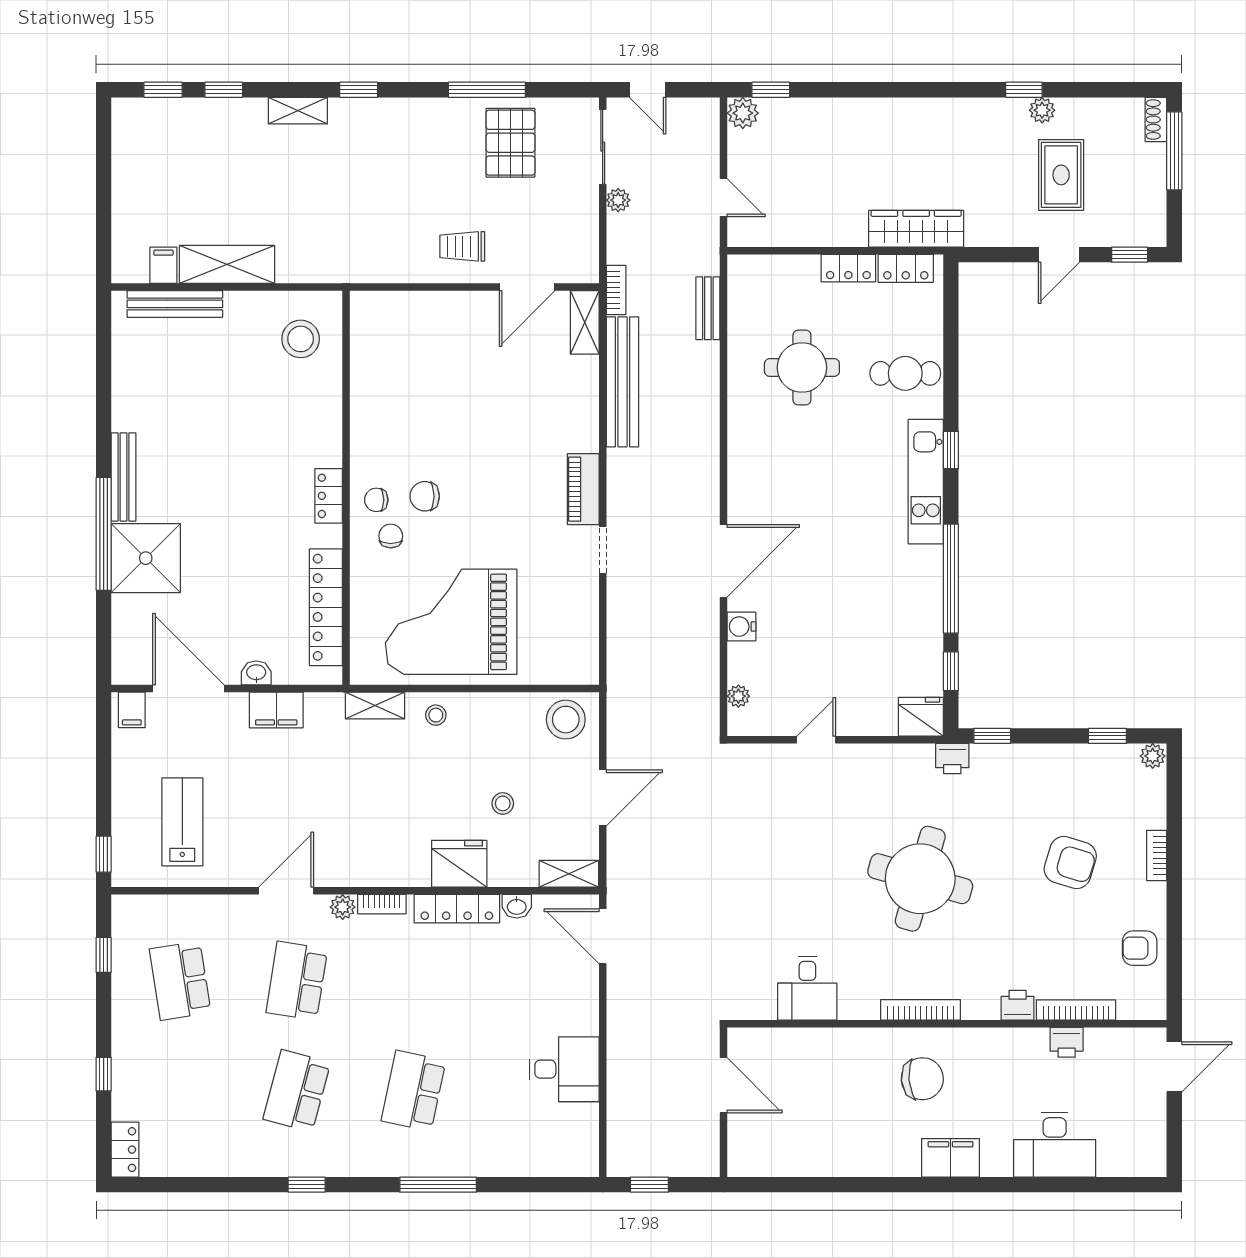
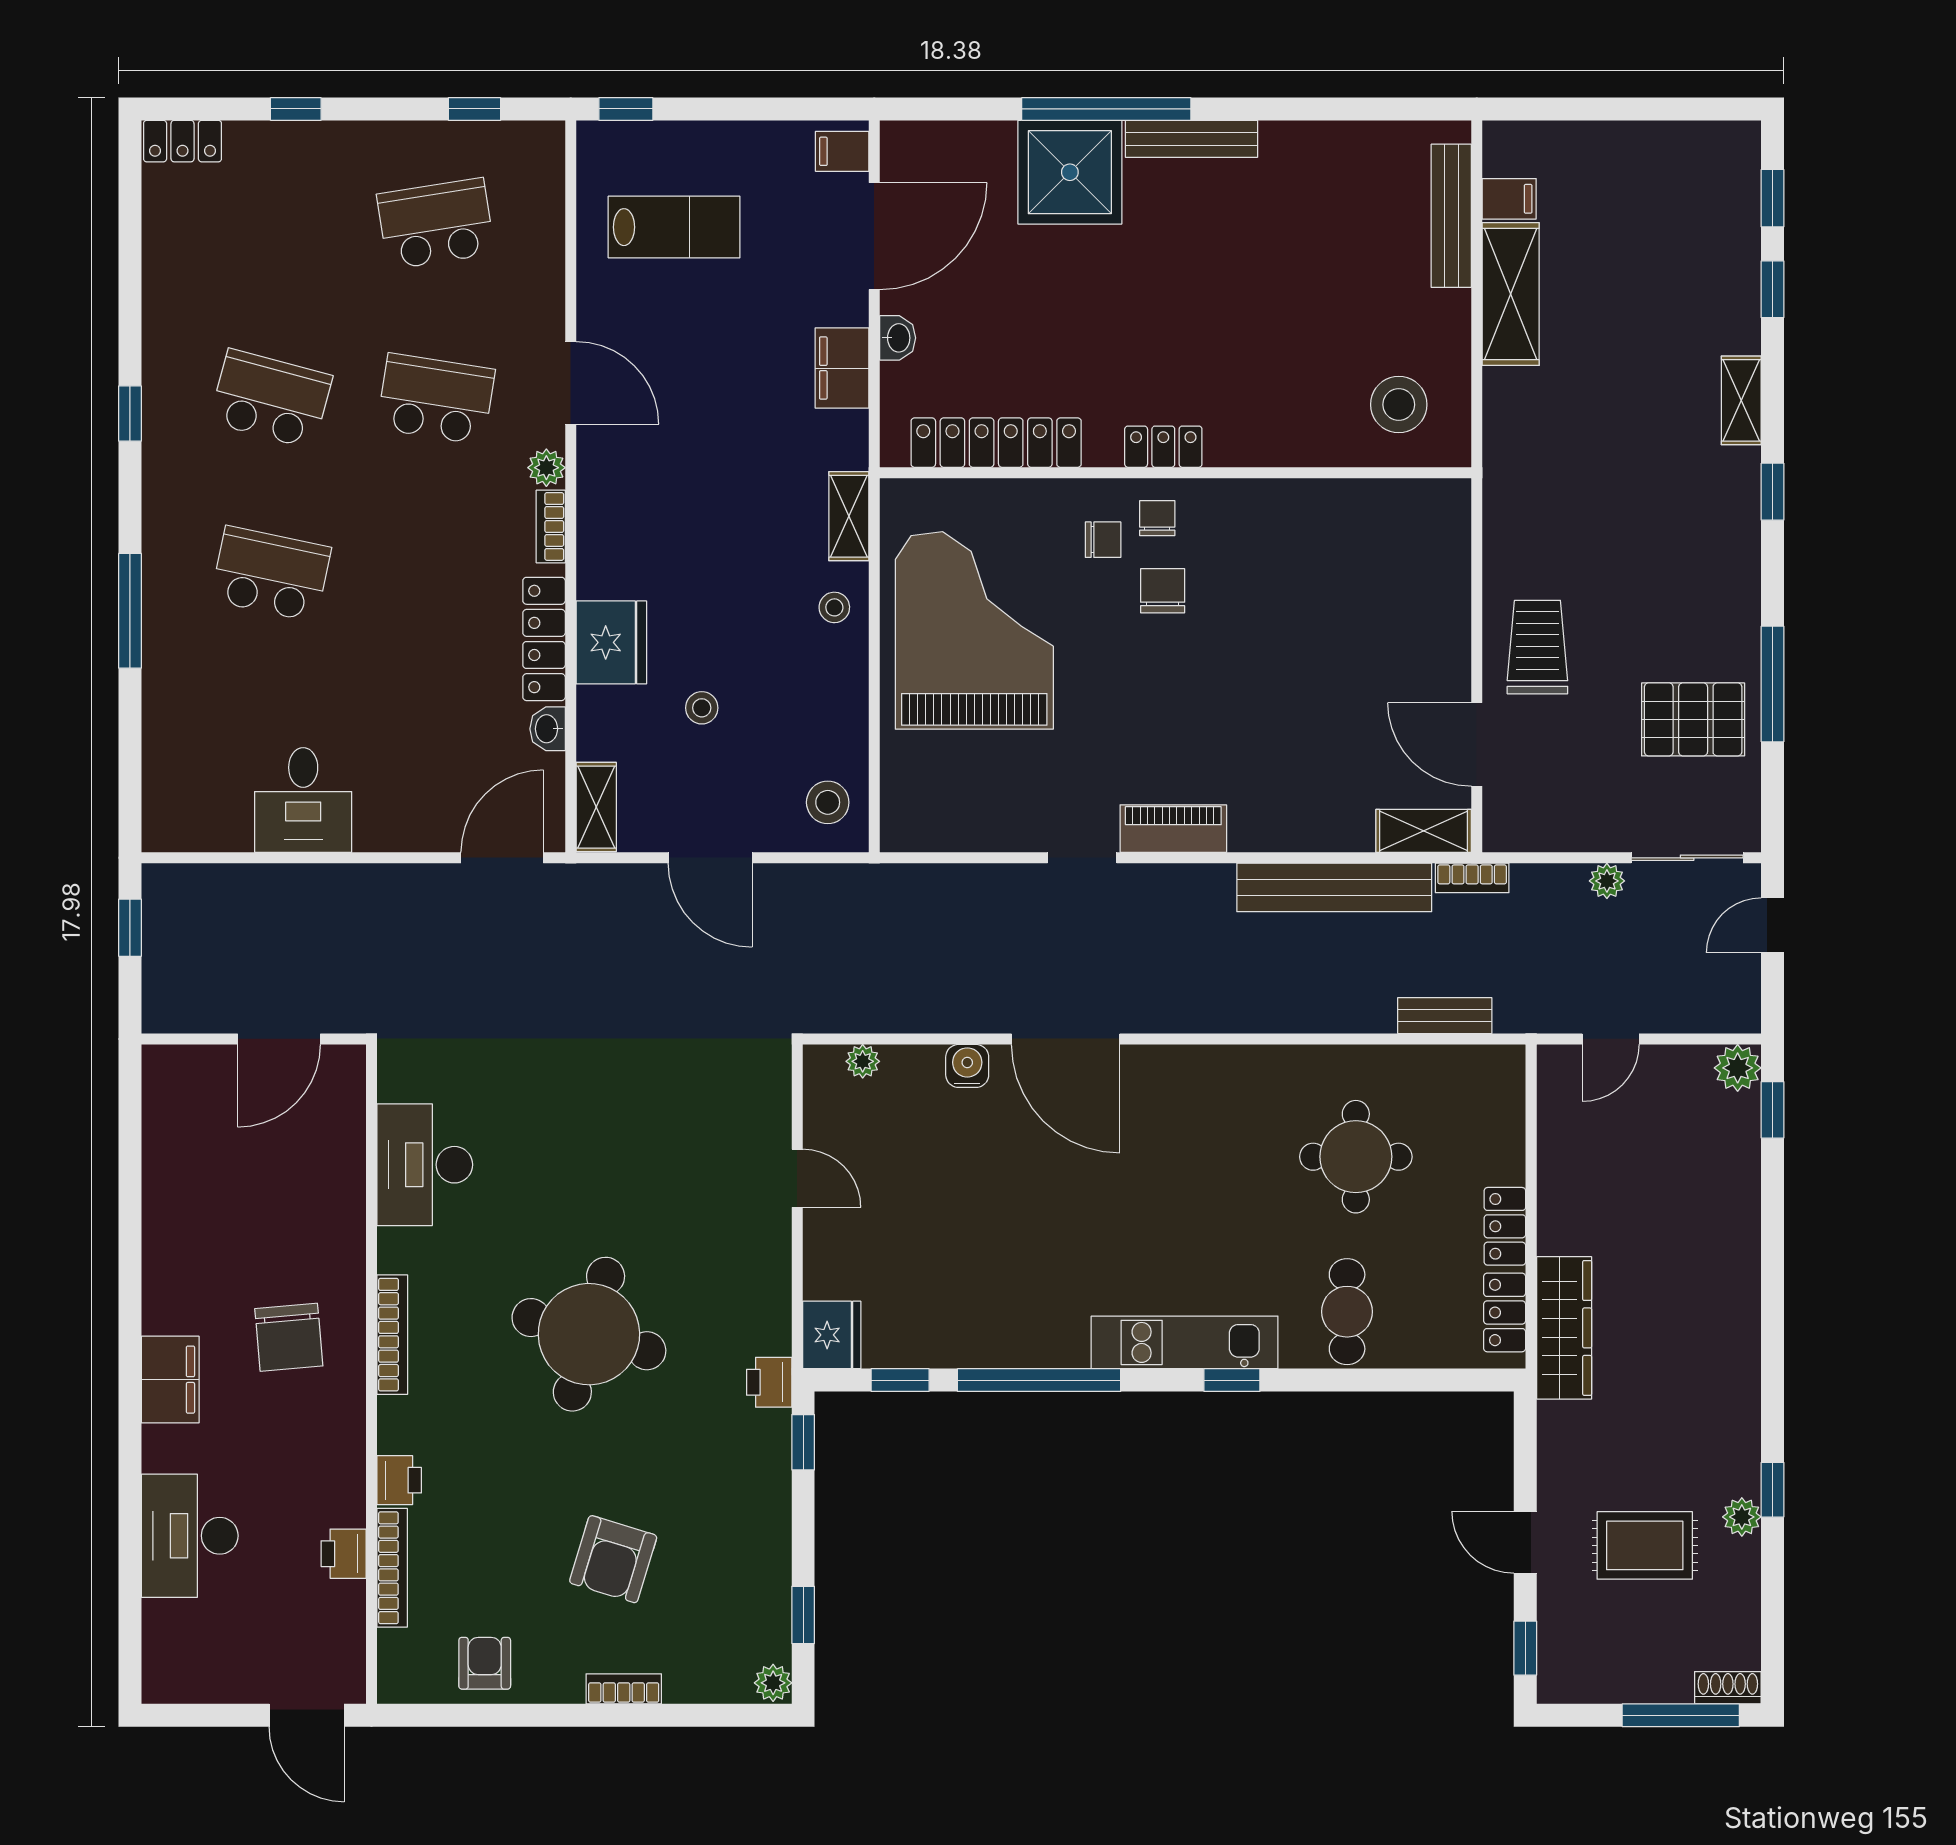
trolley: (462, 246) -> (1537, 647), width x1.36, depth x1.39
stool: (566, 720) -> (828, 802), width x0.73, depth x0.73
desk: (807, 988) -> (425, 1165), width x1.37

